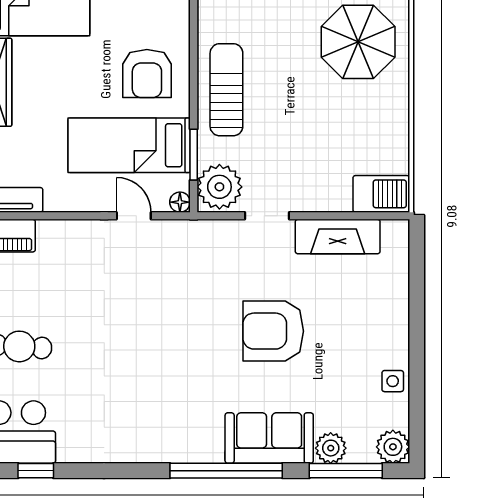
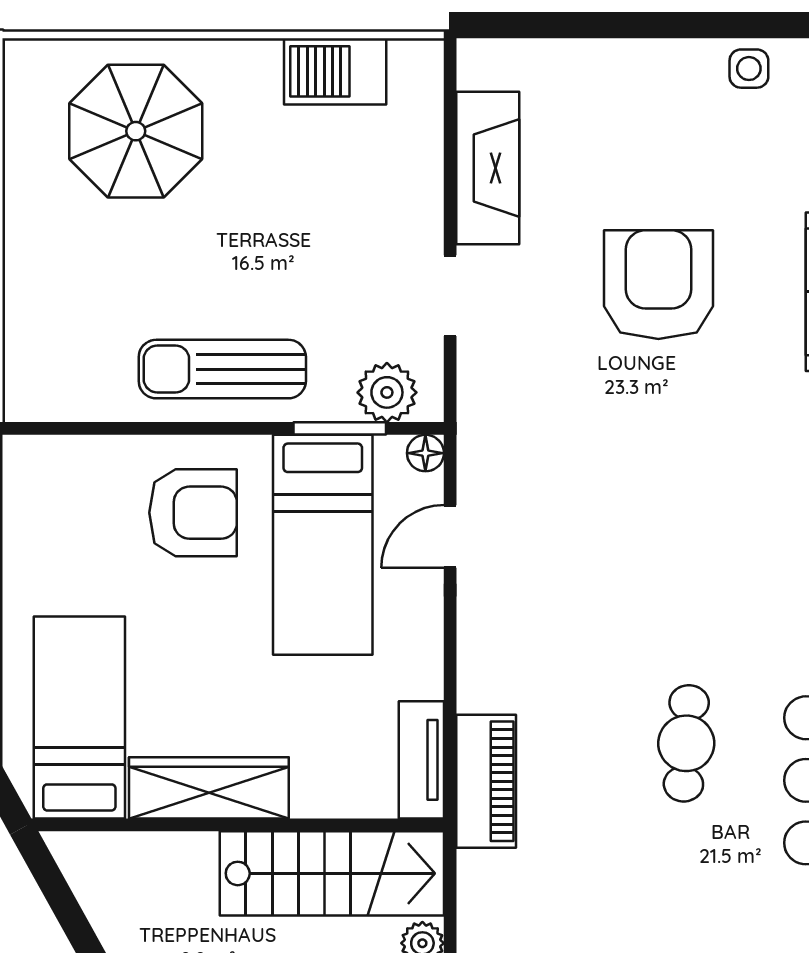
plant: (219, 187) -> (387, 392), width x0.73, depth x0.73
barbecue: (381, 194) -> (335, 71), moved, turned -90
armchair: (273, 331) -> (658, 285), turned 180

